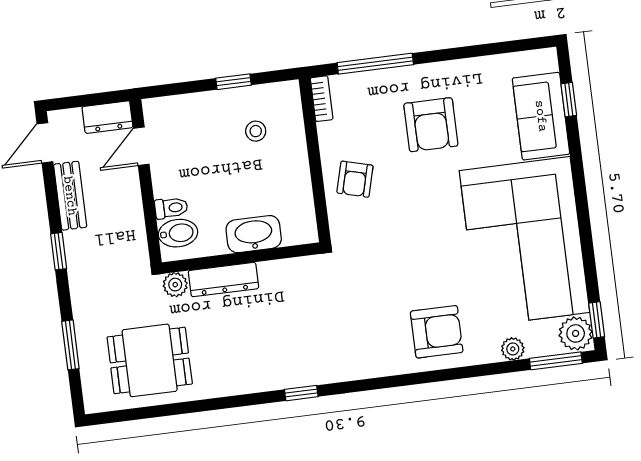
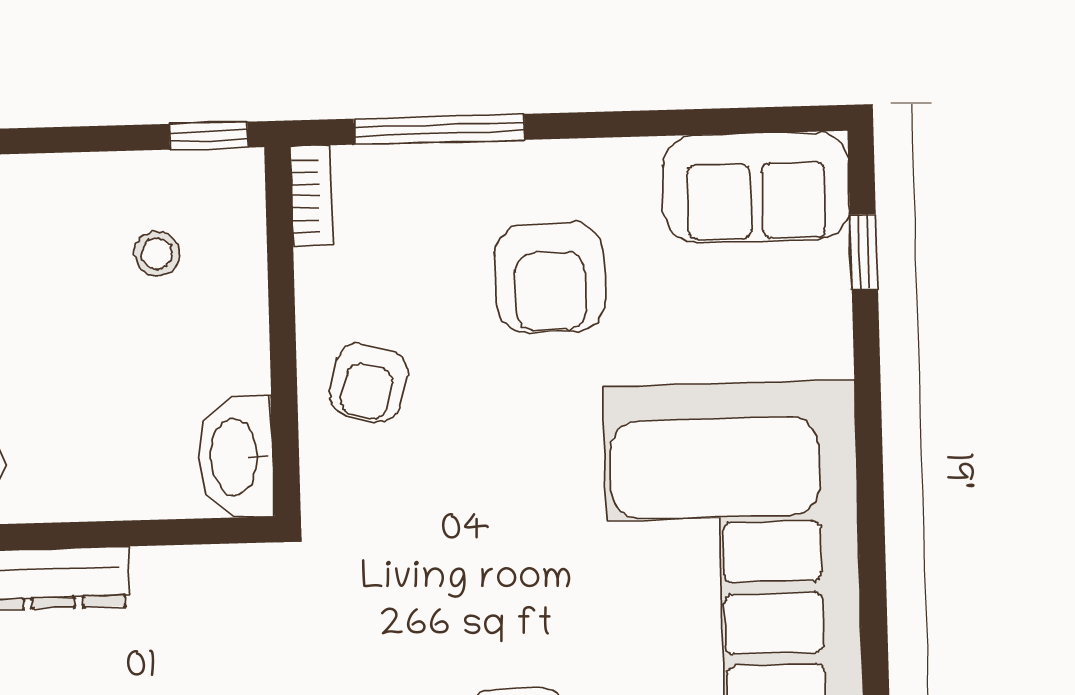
window: (233, 82) -> (209, 136), moved
sofa: (541, 116) -> (756, 187), moved, turned -90
washbasin: (254, 234) -> (236, 457), moved, turned -90

